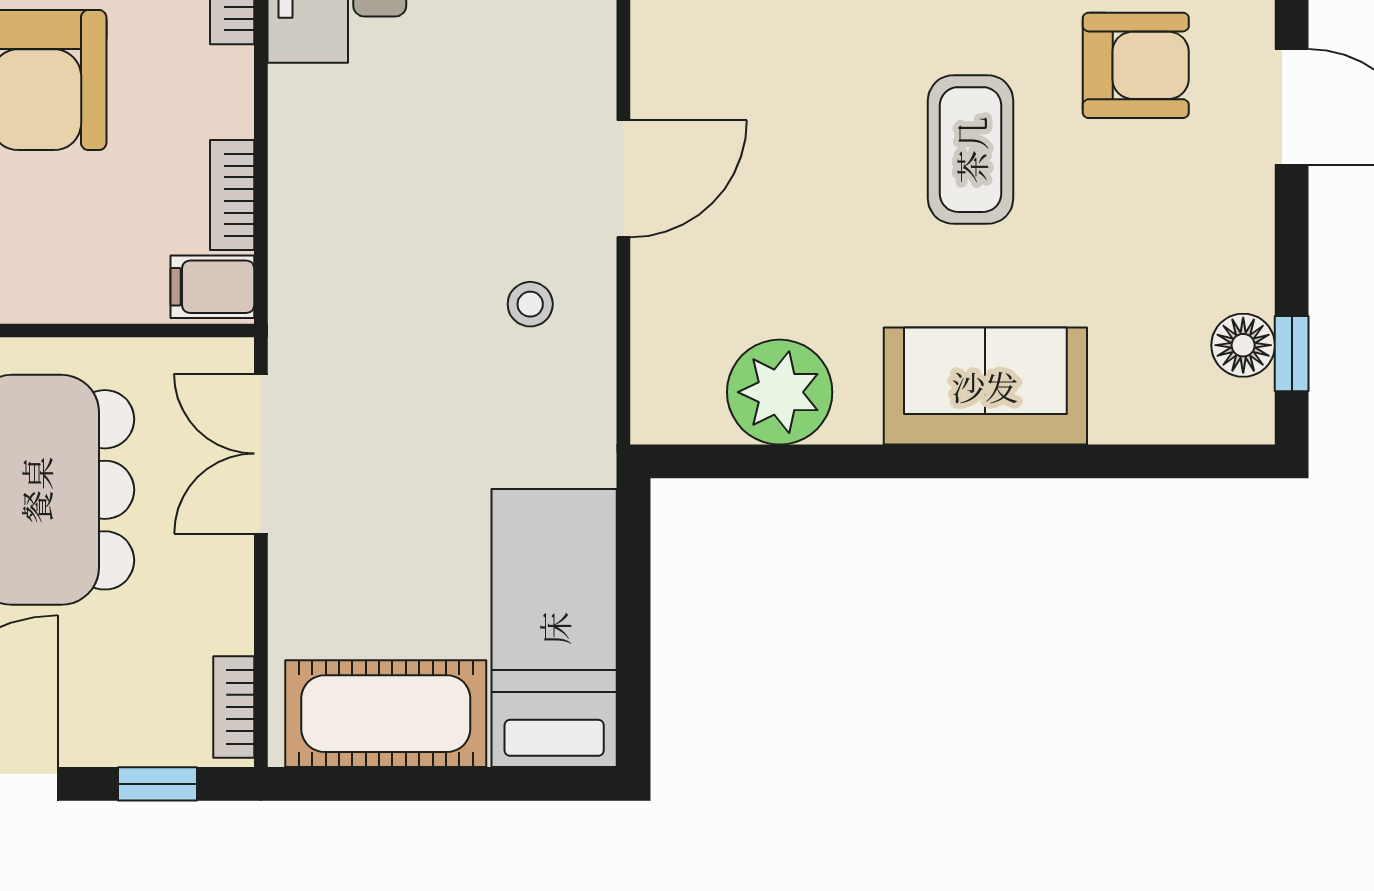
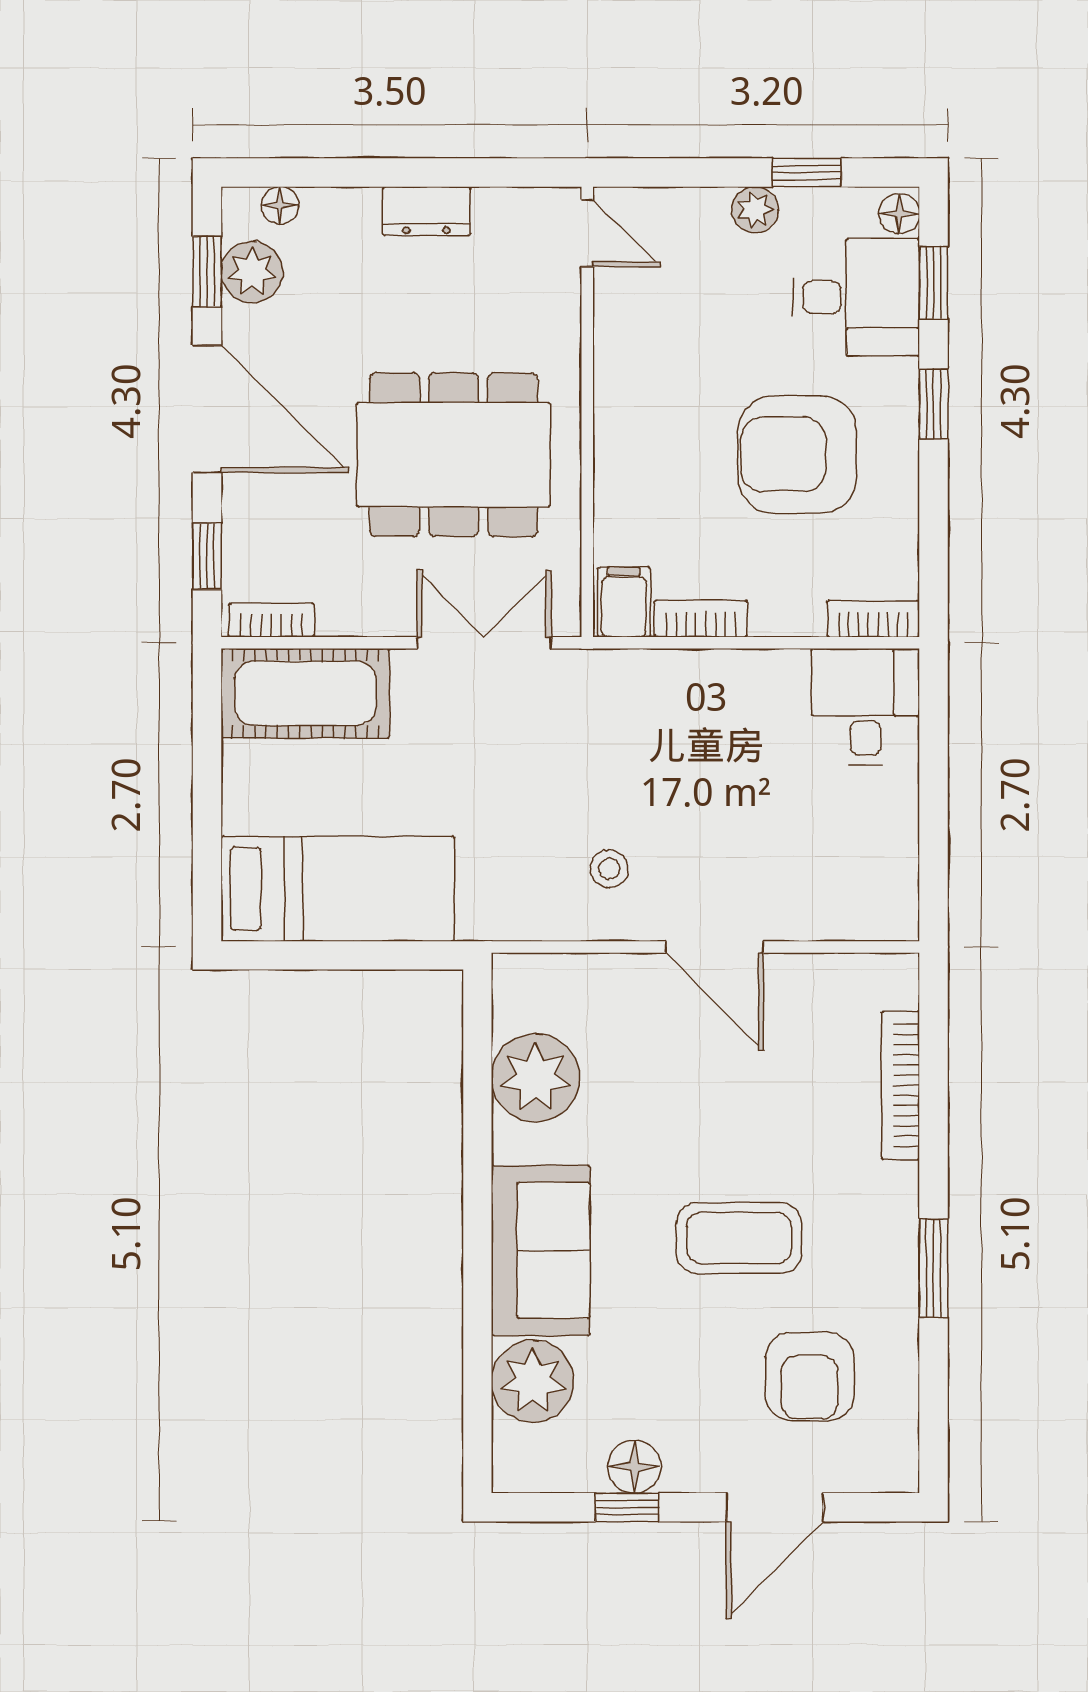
floor lamp: (1243, 345) -> (634, 1467), moved
window: (1292, 354) -> (627, 1507), moved
plant: (1141, 396) -> (533, 1381), added
cot: (386, 714) -> (305, 693), moved, turned 90

